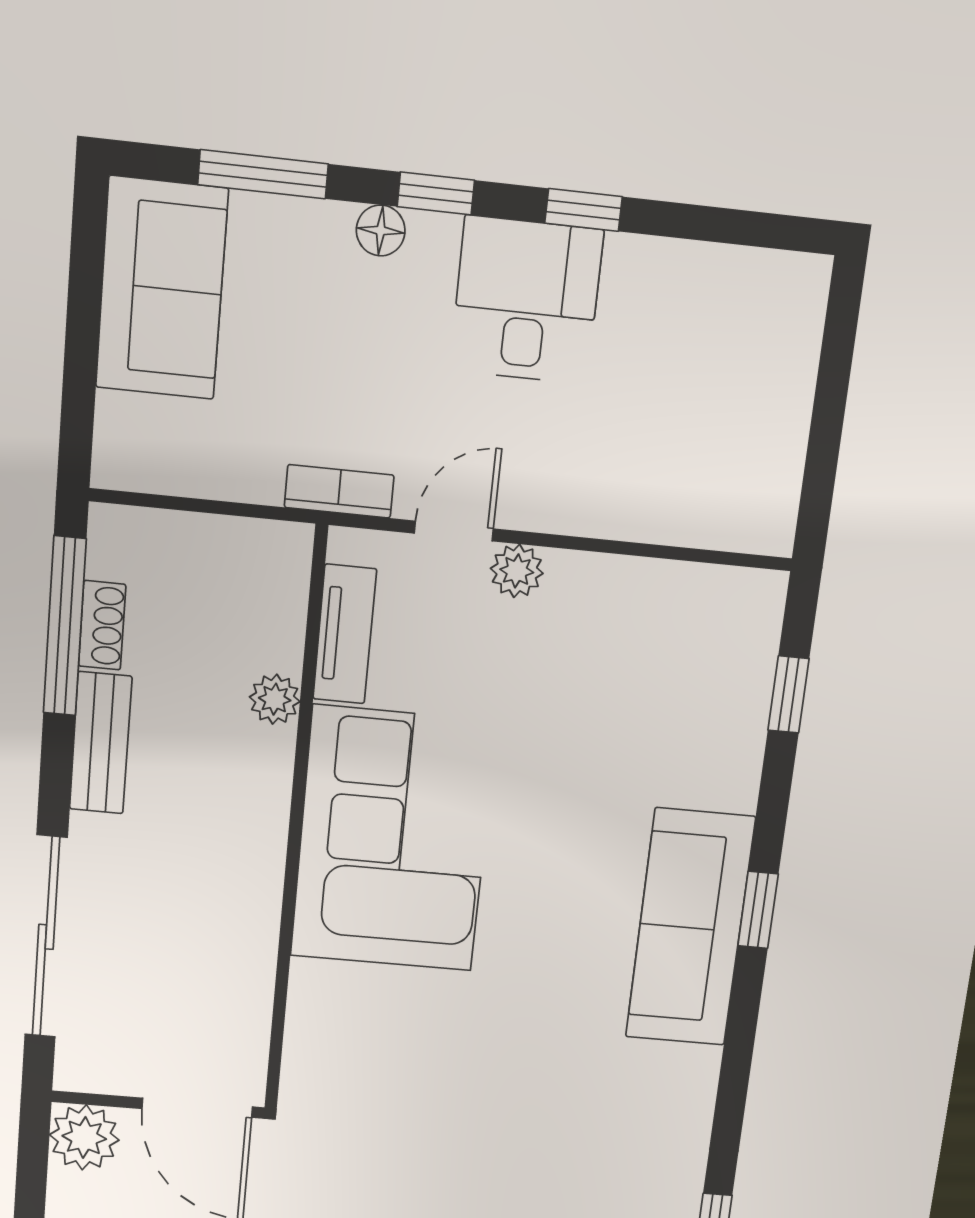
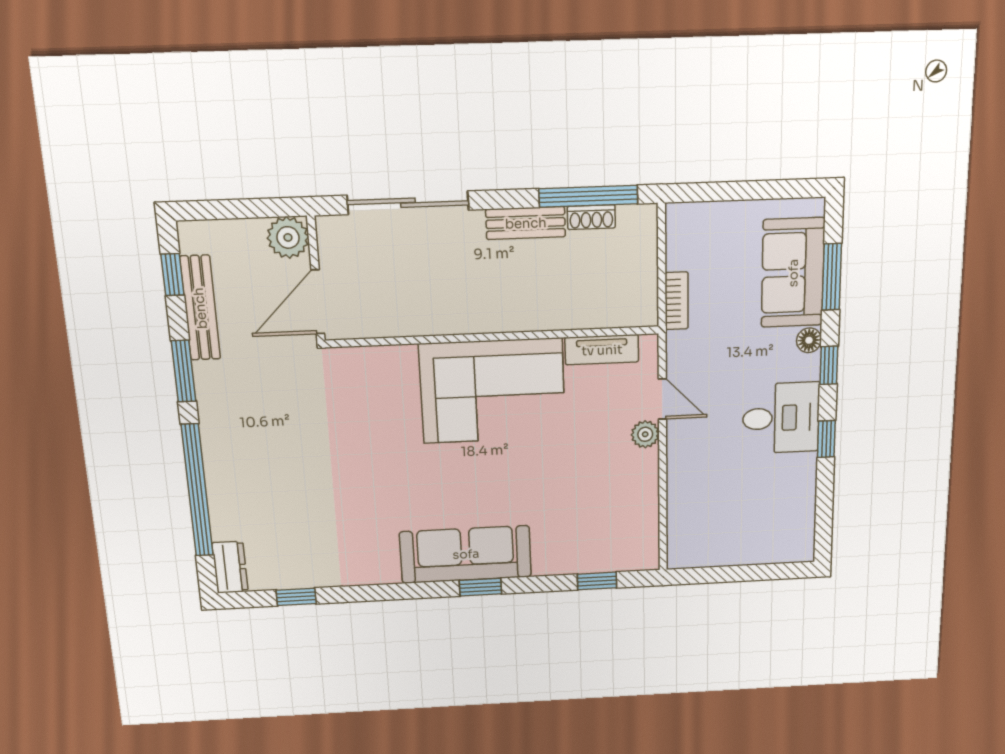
sofa: (162, 288) -> (793, 273), moved, turned 90
bookcase: (339, 491) -> (677, 301), moved
plant: (275, 699) -> (562, 317), removed

